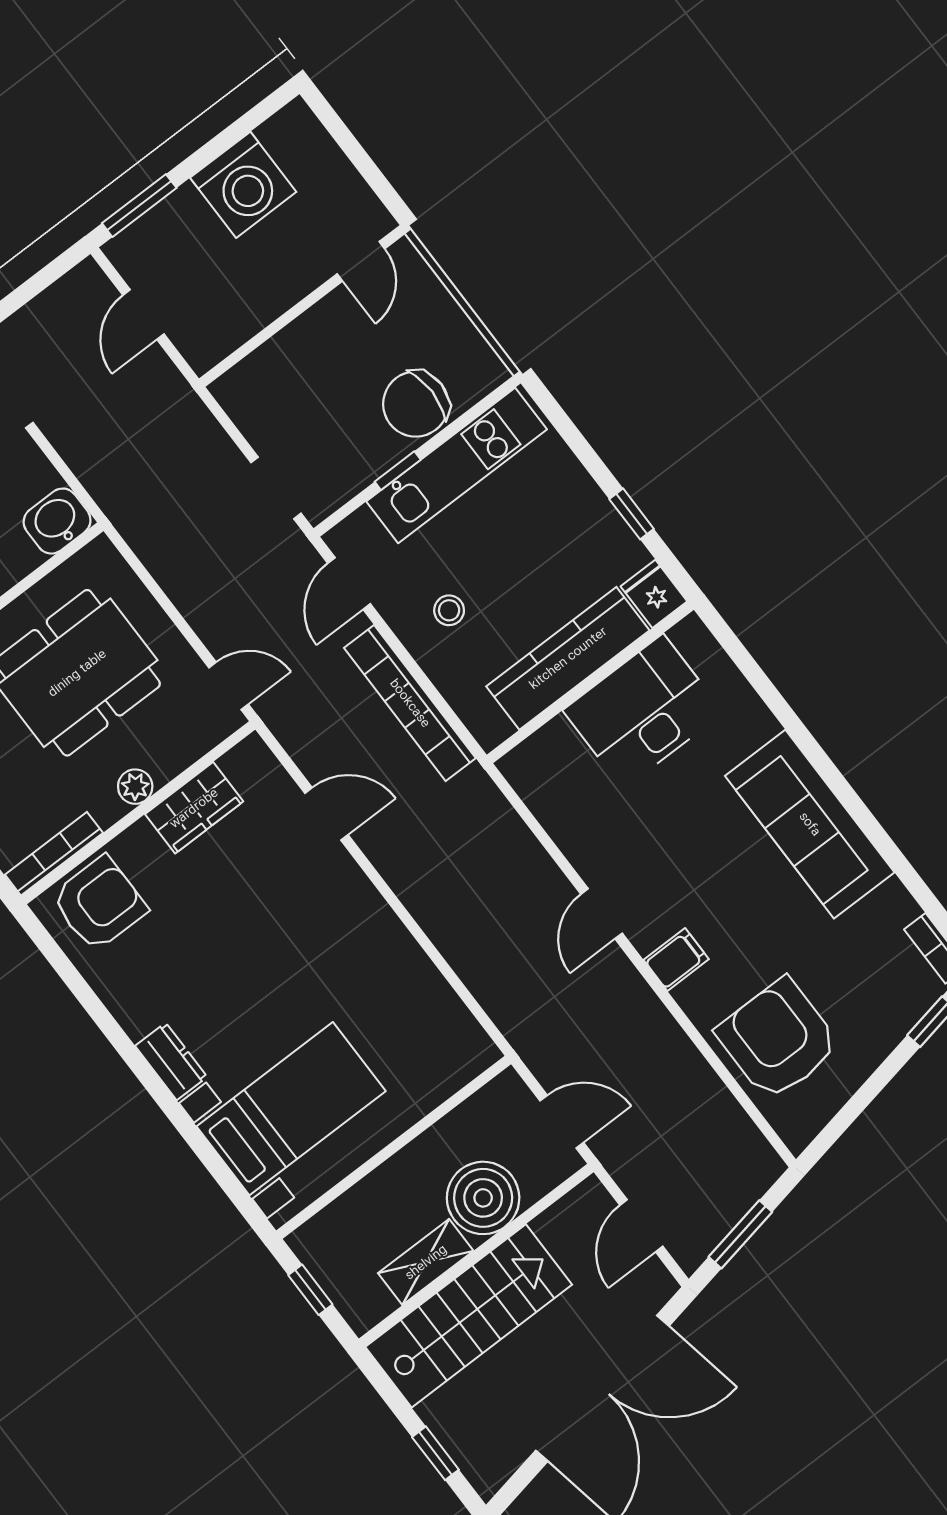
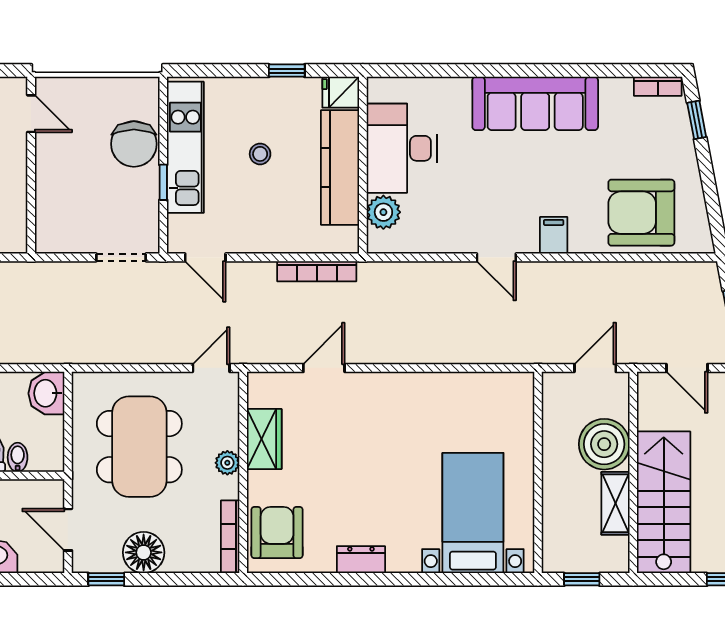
stool: (449, 610) -> (260, 154), moved
bookcase: (410, 703) -> (317, 271), width x0.68, depth x0.76
plant: (555, 746) -> (383, 212), added
dresser: (171, 1061) -> (361, 560), moved

